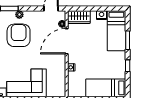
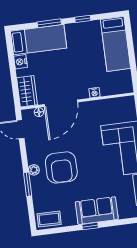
armchair: (19, 35) -> (61, 167), turned -90
door: (67, 41) -> (61, 103), hinge flipped

